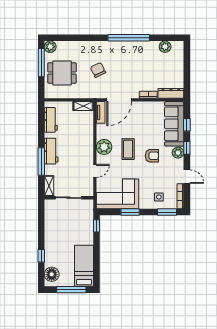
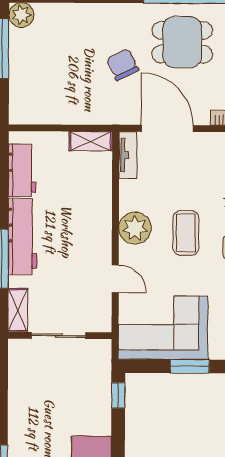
dining table: (62, 73) -> (182, 42), moved
door: (119, 100) -> (167, 128), swing flipped
workbench: (51, 151) -> (23, 236), width x1.38
door: (95, 171) -> (115, 279), hinge flipped

